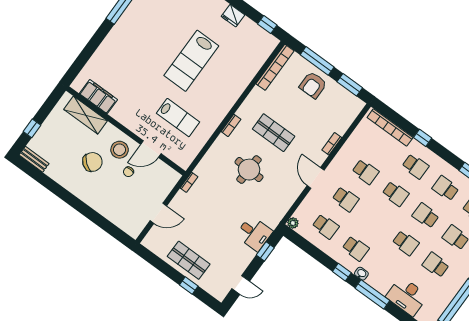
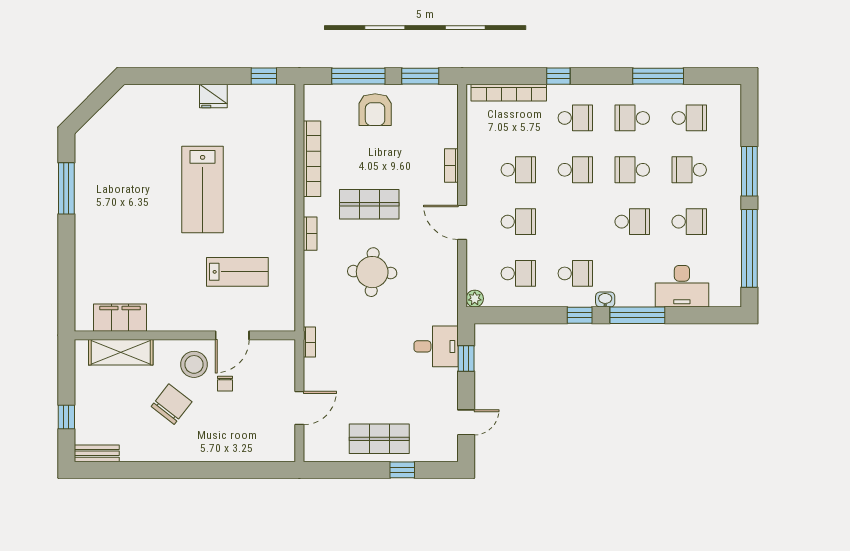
bookcase: (275, 67) -> (312, 159), moved
school desk: (436, 265) -> (689, 222), turned 180

